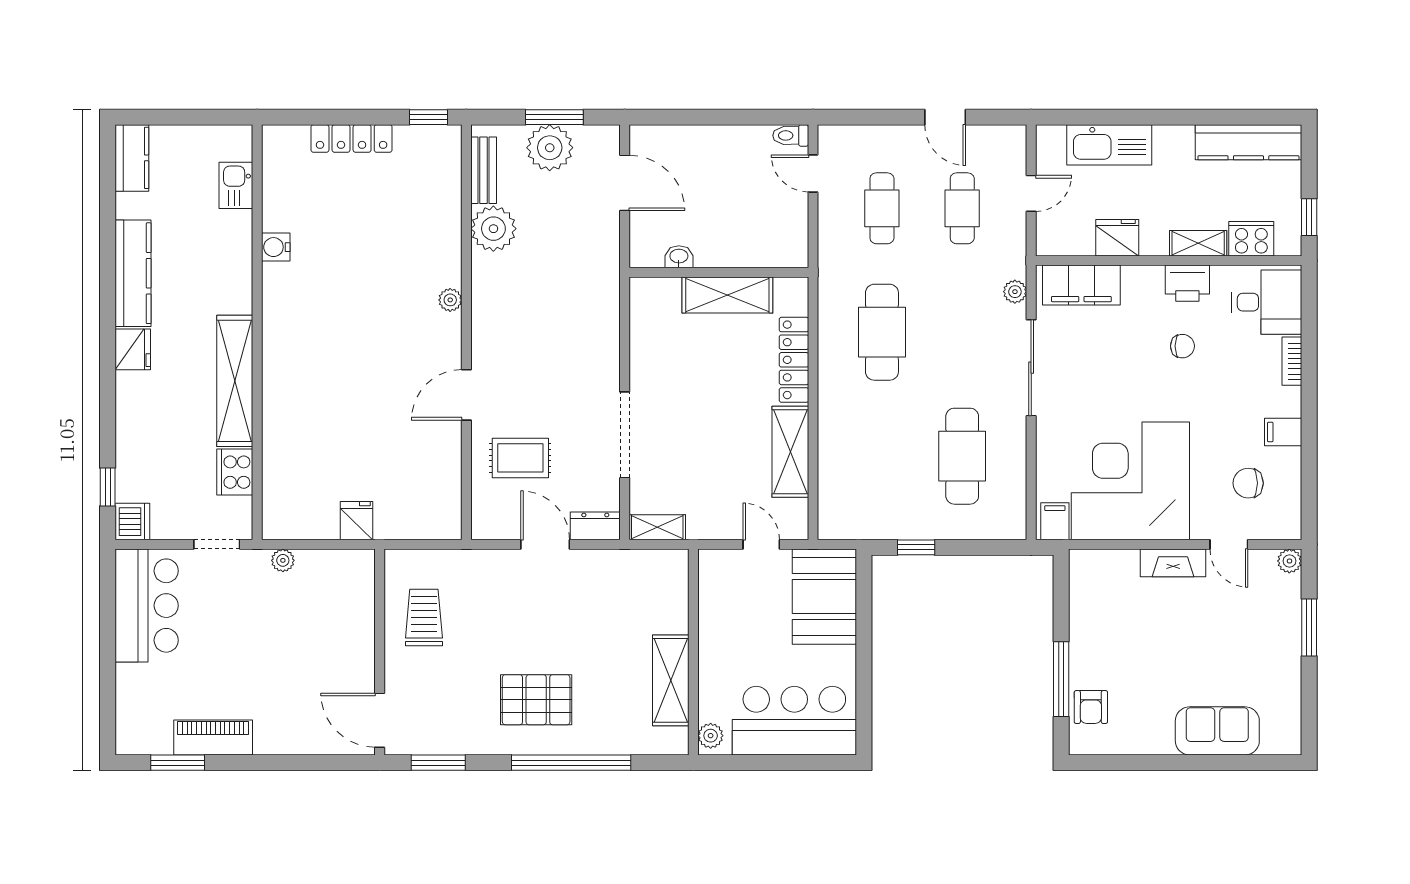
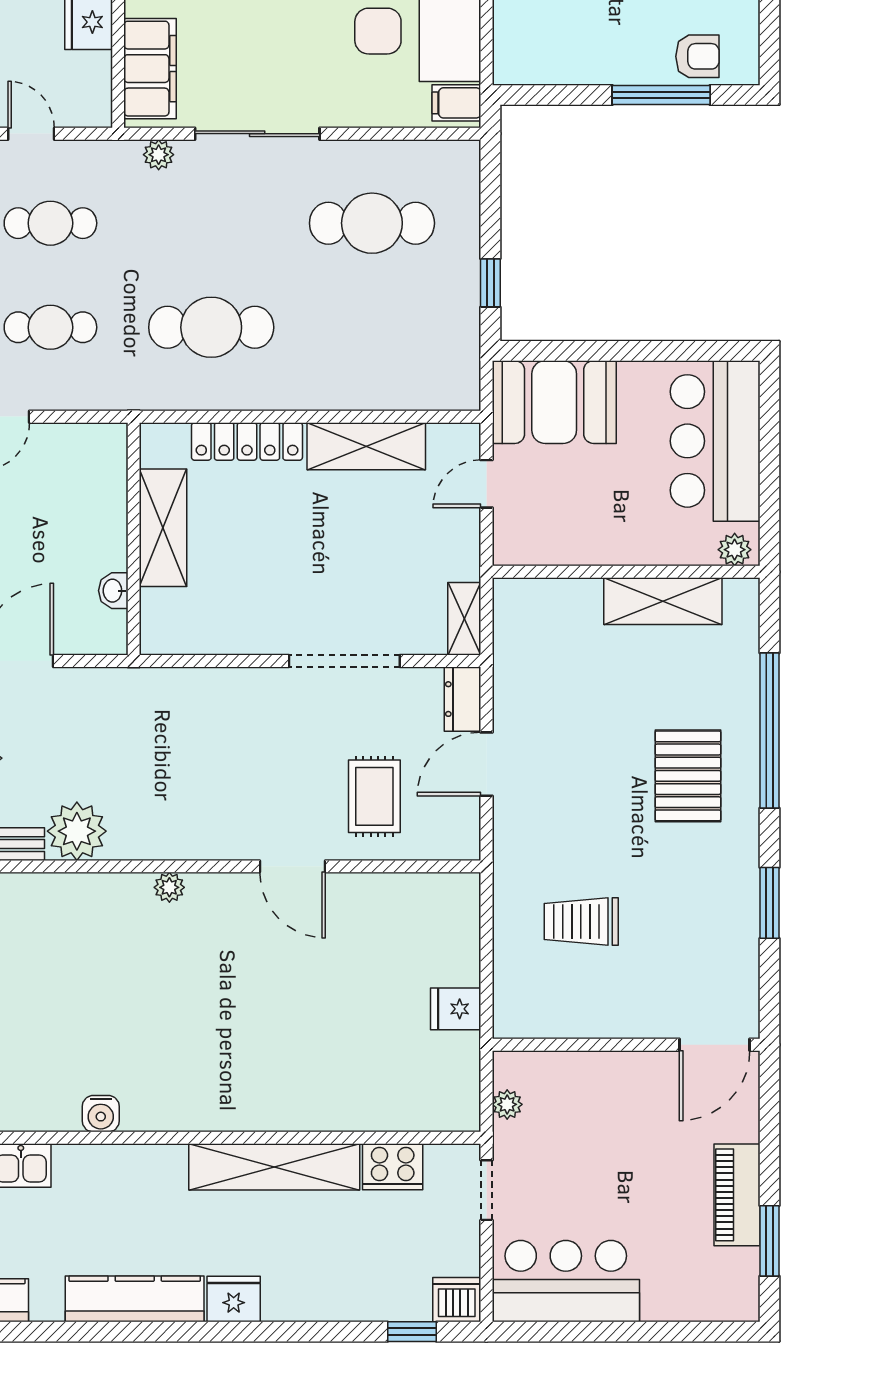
wall: (380, 652) -> (626, 1045), moved
door: (380, 720) -> (715, 1045), moved

